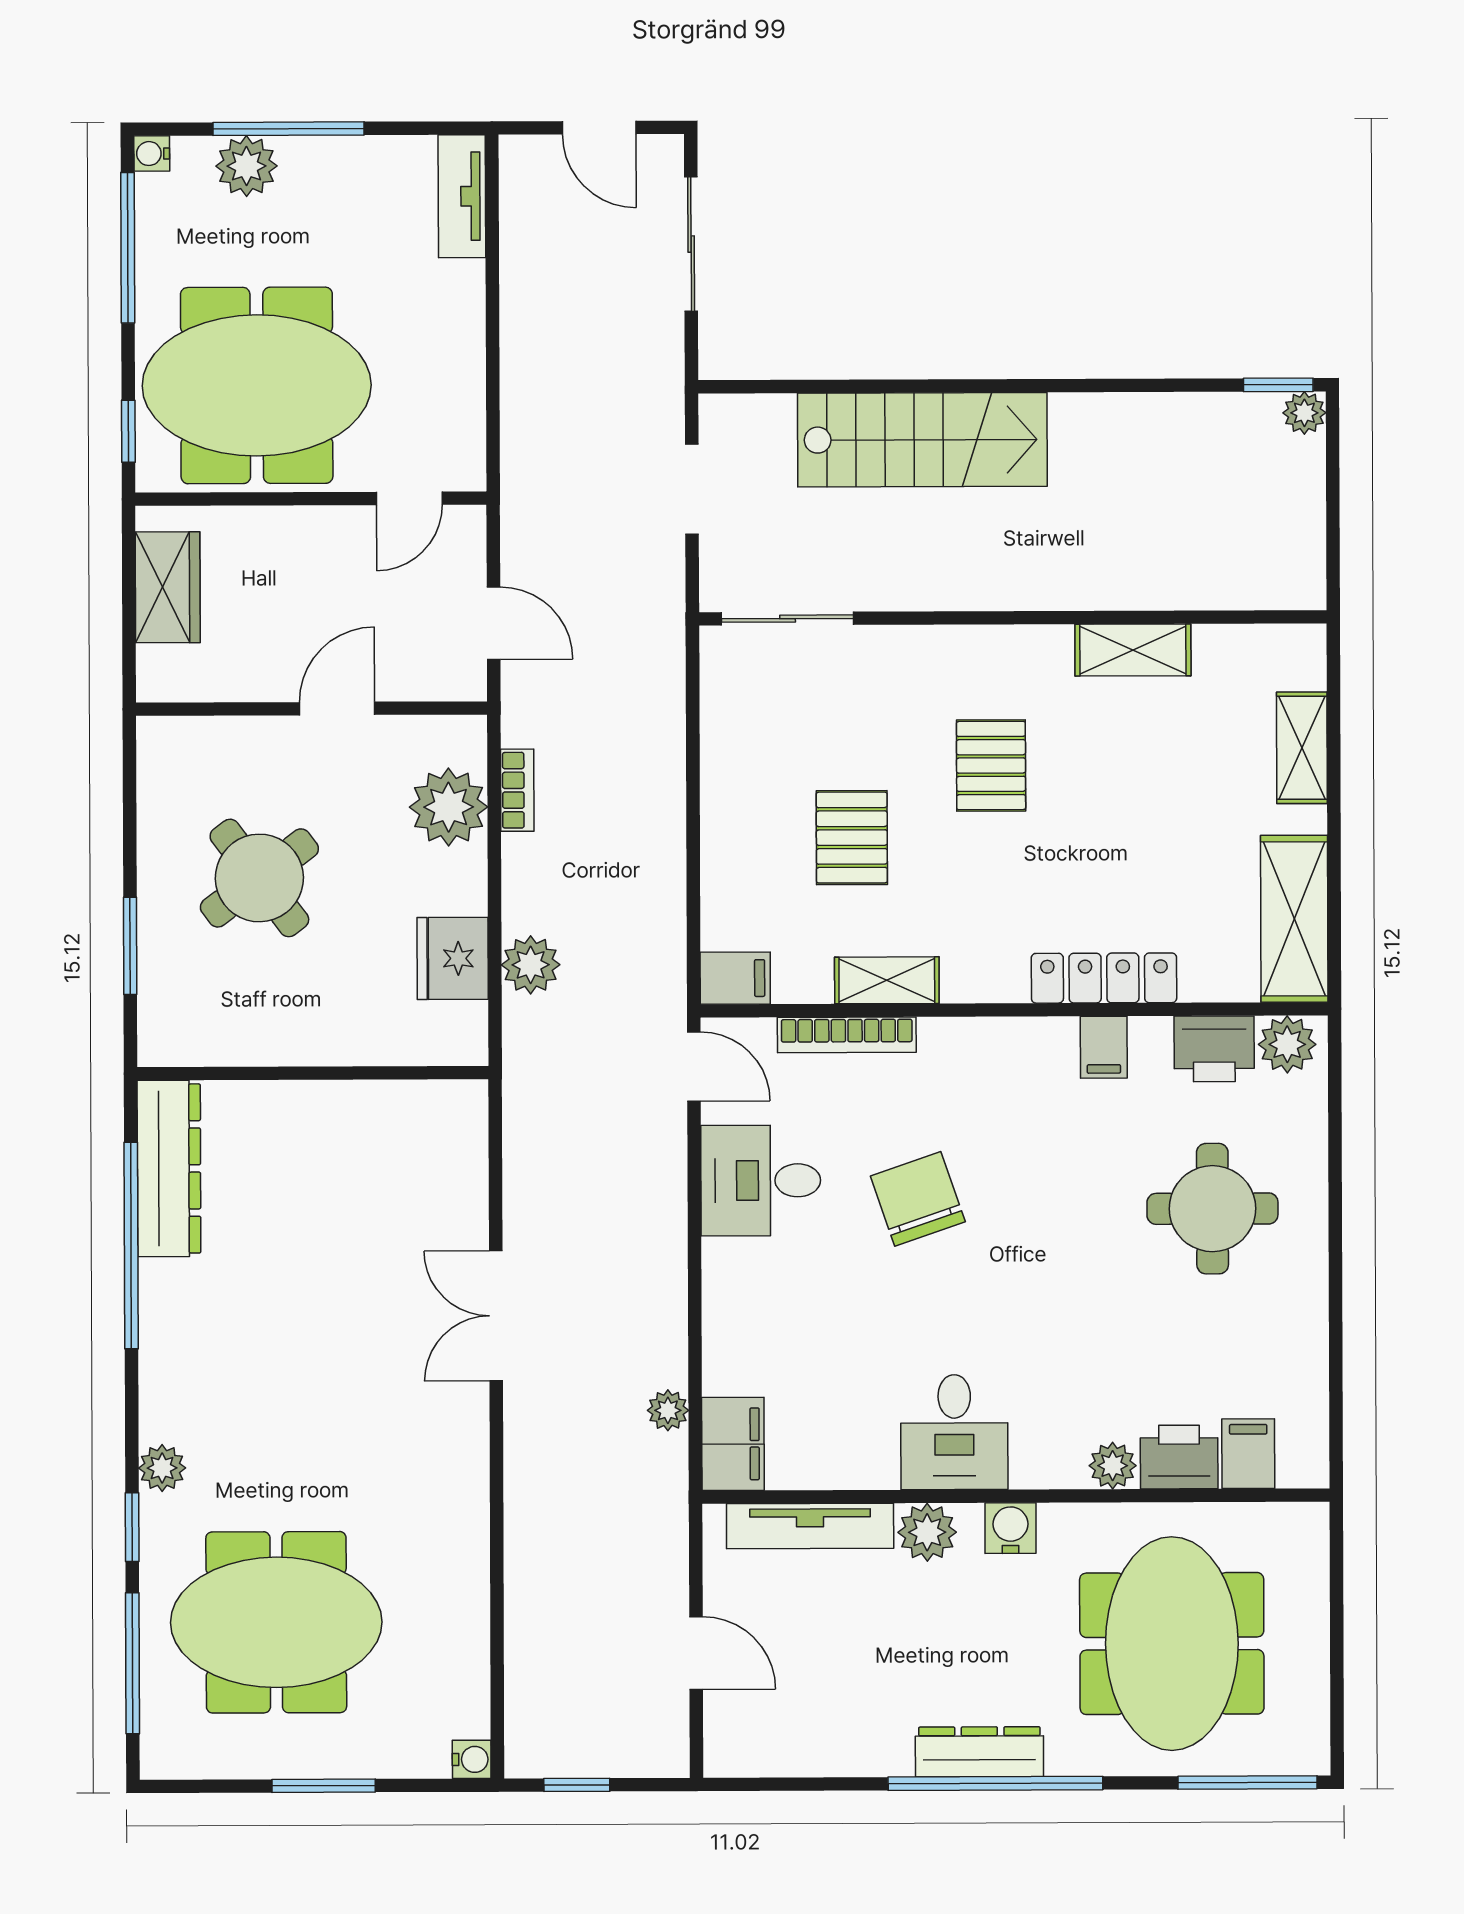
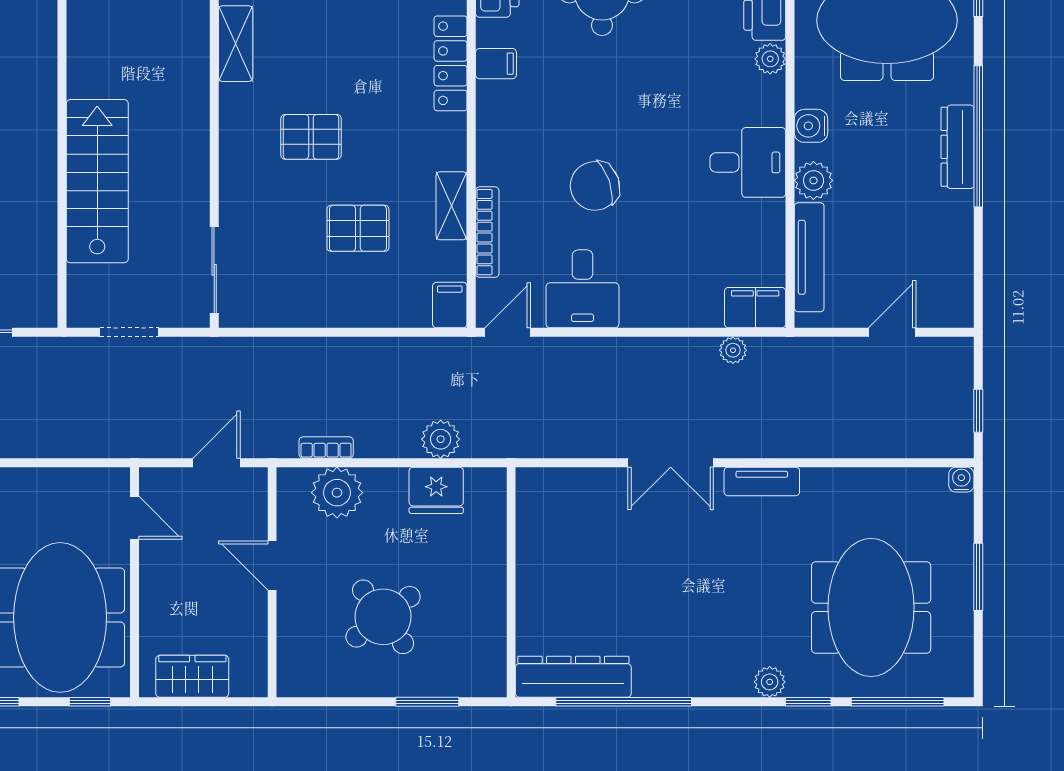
tv unit: (468, 1455) -> (762, 481), added

